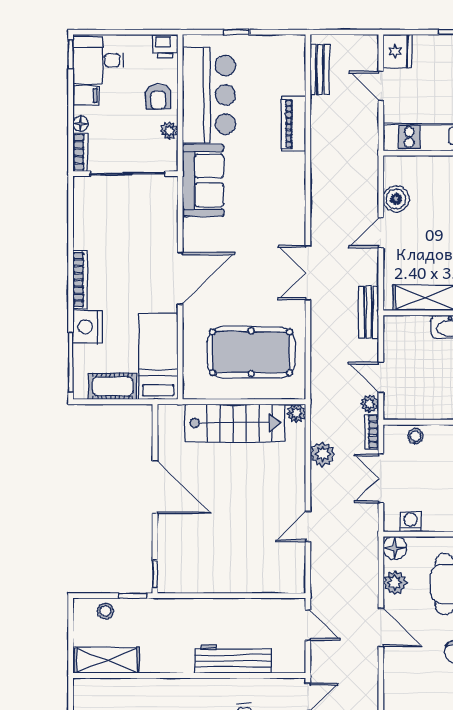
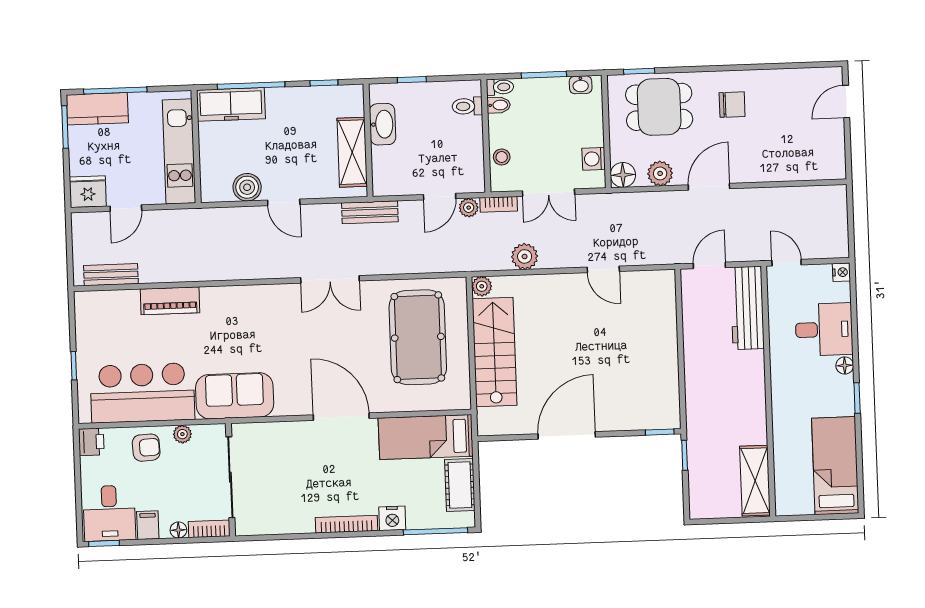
nightstand: (88, 327) -> (392, 518), width x0.74, depth x0.75
stool: (105, 611) -> (702, 484), removed
workbench: (233, 659) -> (747, 308), moved

